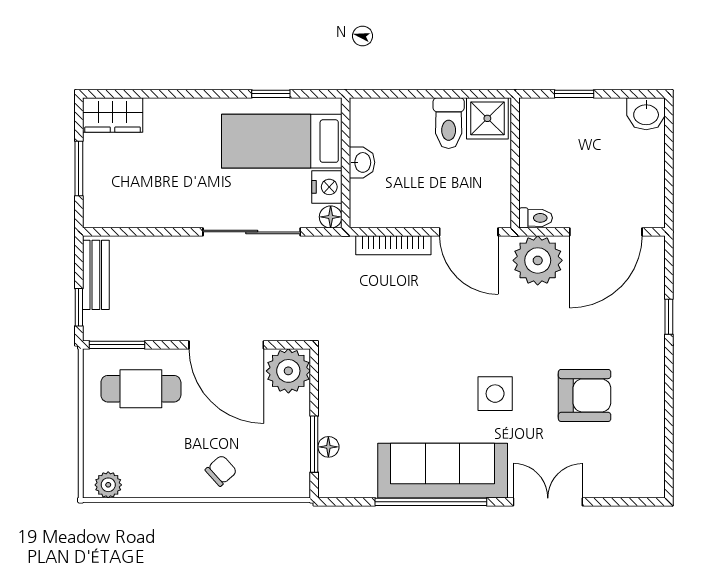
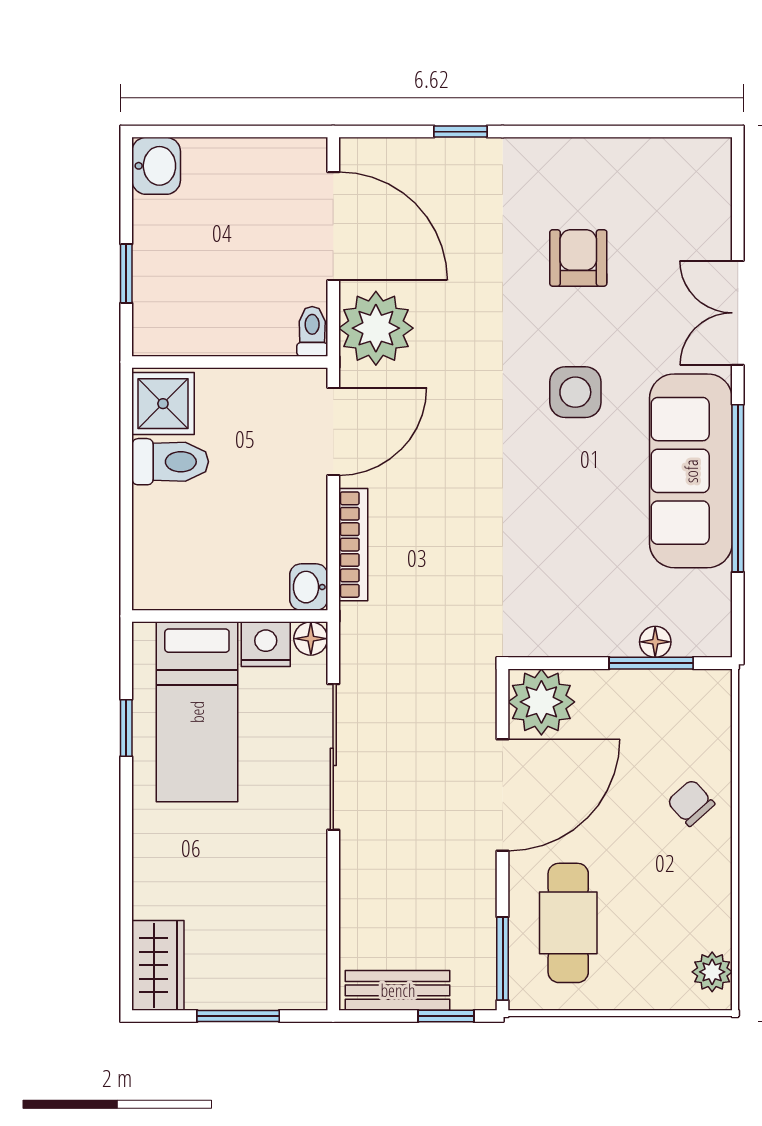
washbasin: (362, 162) -> (309, 587), moved, turned -90
armchair: (585, 395) -> (578, 258), width x0.72, depth x0.72

